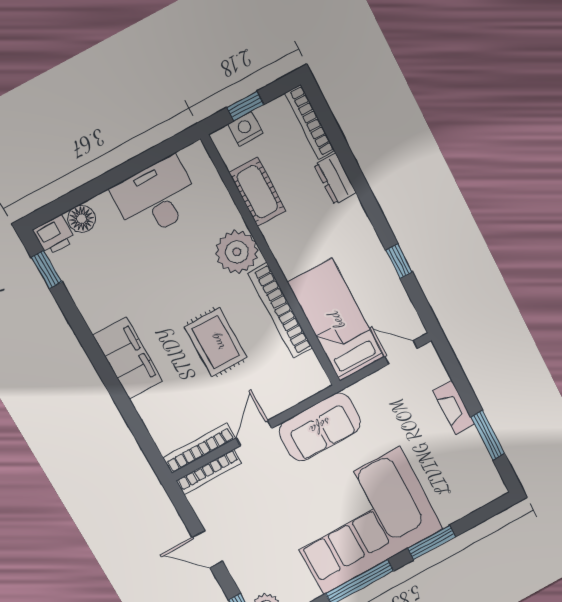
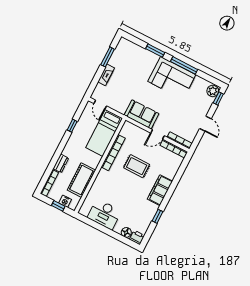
cot: (257, 192) -> (81, 180), width x1.37, depth x1.34
plant: (237, 252) -> (104, 179), removed
window: (47, 270) -> (158, 216), moved
rug: (216, 342) -> (137, 166), turned 90
corner sofa: (362, 521) -> (172, 78), width x0.73, depth x0.74

